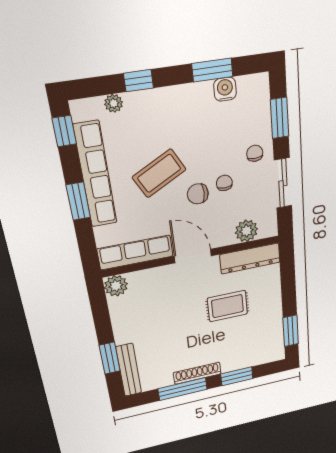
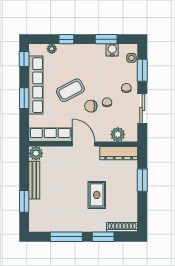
side table: (260, 99) -> (131, 58), added
rug: (227, 306) -> (97, 195), moved, turned 90
window: (291, 331) -> (142, 180), moved
bench: (129, 370) -> (34, 180), moved
shoe rack: (197, 373) -> (122, 227), moved

